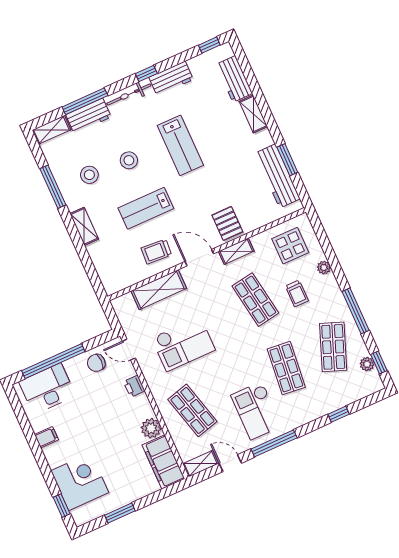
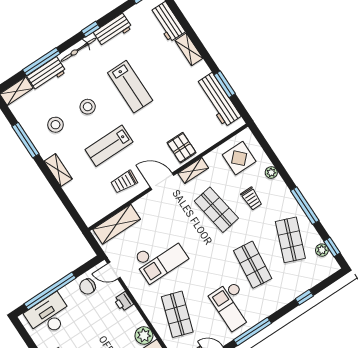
shelving: (159, 290) -> (117, 224), moved
shop shelf: (192, 410) -> (177, 314), turned 33

